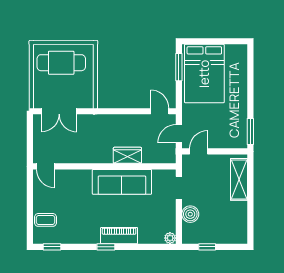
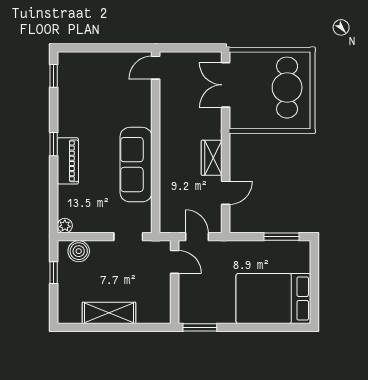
bed: (204, 74) -> (273, 299), moved
door: (160, 111) -> (226, 193), moved
wardrobe: (127, 155) -> (212, 158), moved, turned 180
shelving: (239, 179) -> (109, 313), moved
boiler: (190, 214) -> (79, 251), moved
coffee table: (46, 220) -> (88, 68), removed

